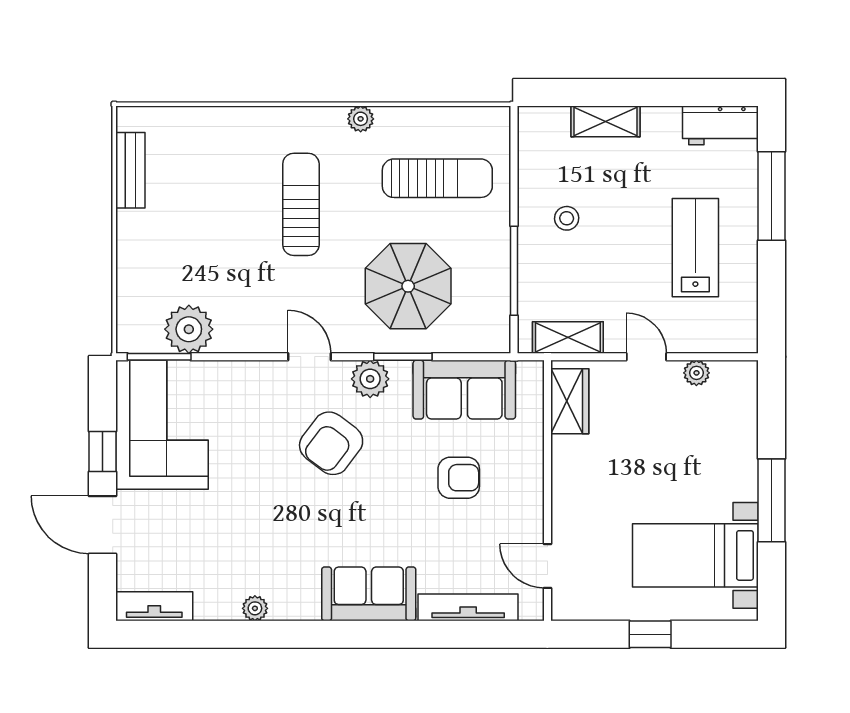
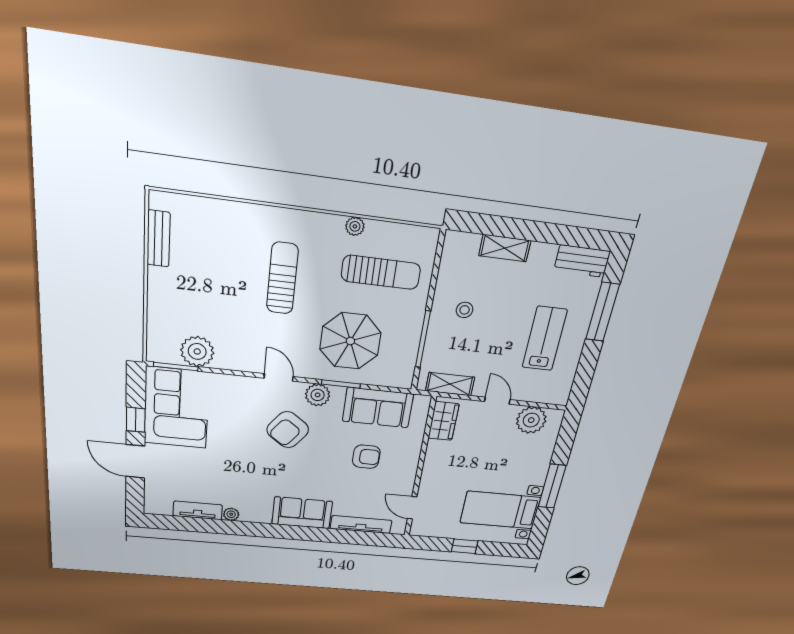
plant: (361, 119) -> (355, 226), moved
plant: (696, 373) -> (531, 420), width x1.87, depth x1.87
tv unit: (154, 606) -> (198, 510), moved

